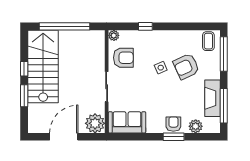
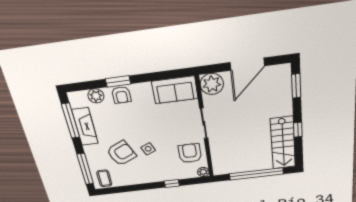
armchair: (123, 58) -> (190, 153), turned 90
stairs: (43, 67) -> (283, 143), width x0.73, depth x0.66
window: (24, 96) -> (296, 86), moved

